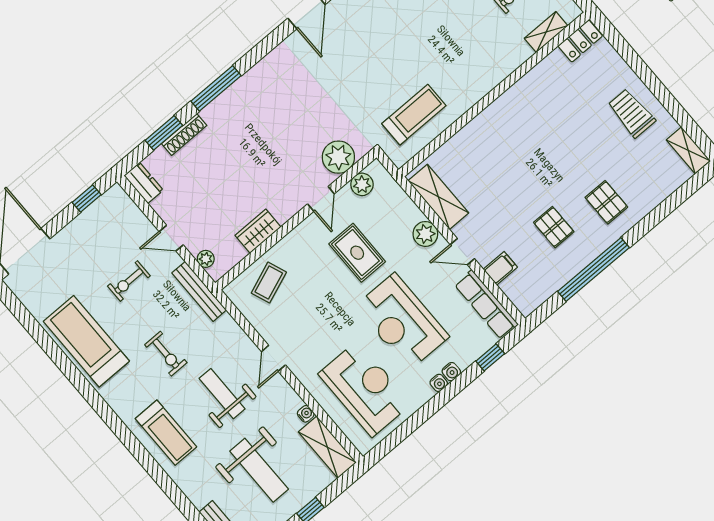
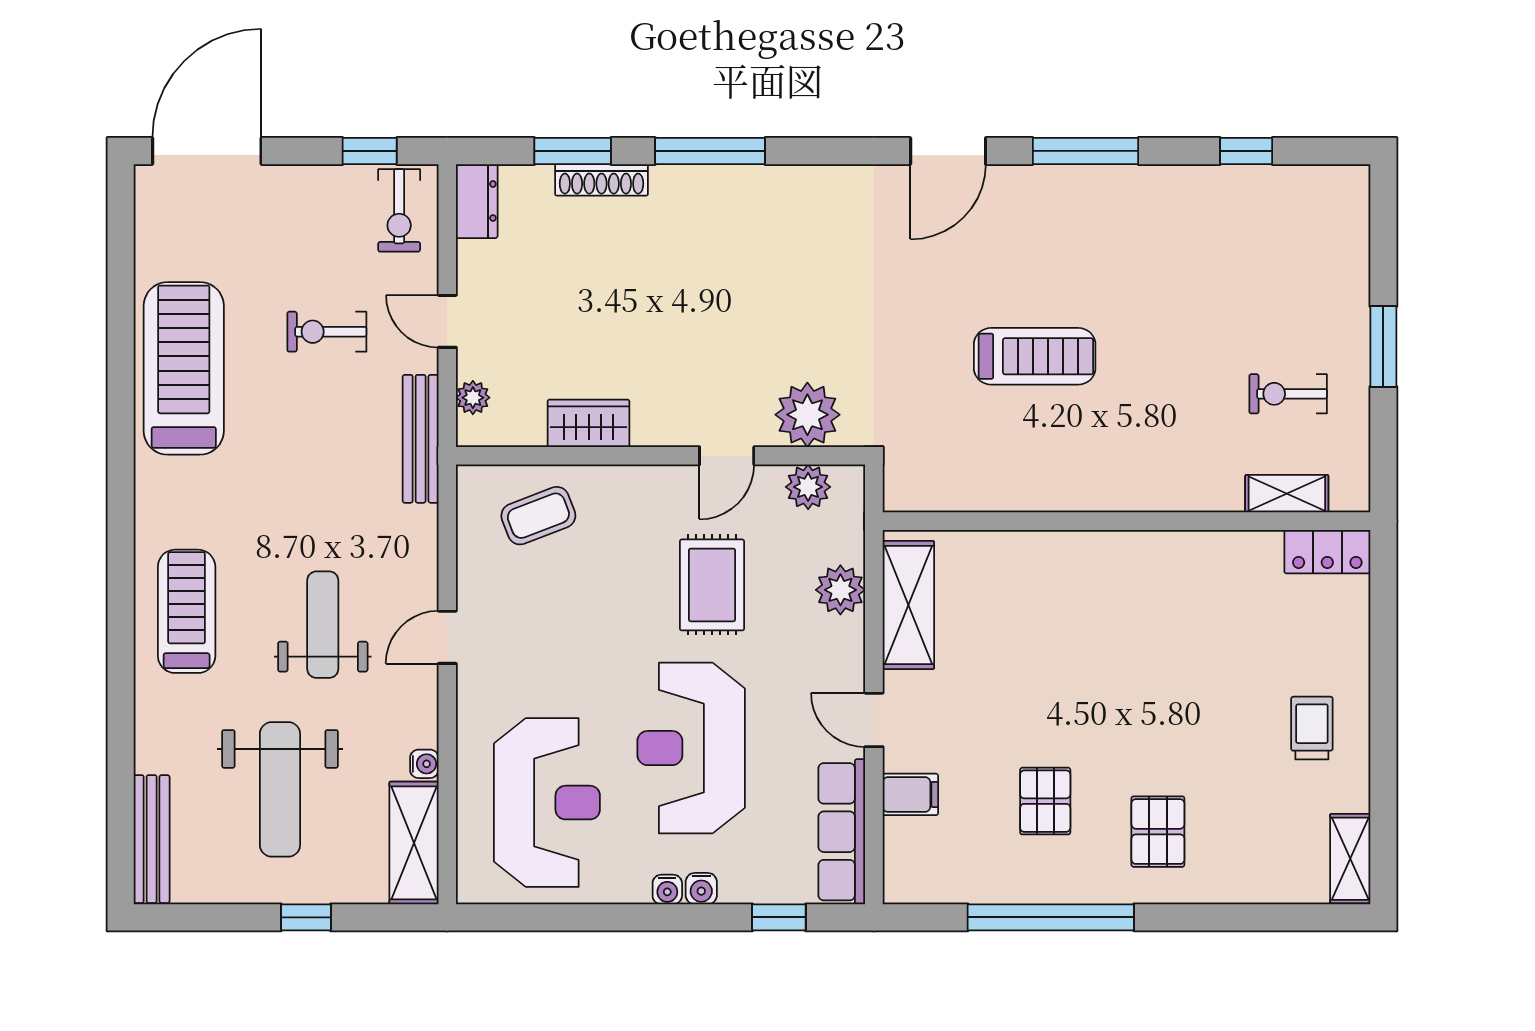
trolley: (631, 113) -> (1312, 728), width x0.73, depth x0.72
treadmill: (414, 115) -> (1035, 356), moved
plant: (425, 234) -> (840, 590), moved
exercise bike: (166, 354) -> (399, 210), moved
treadmill: (166, 433) -> (187, 611), turned 180

